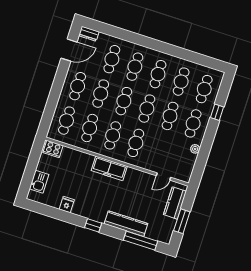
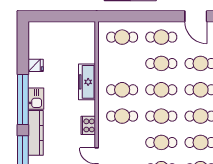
cafe table: (90, 128) -> (122, 63), removed
cooker: (53, 149) -> (88, 125), moved
freezer: (109, 168) -> (87, 82), moved
kitchen sink: (39, 182) -> (36, 99), moved, turned -90
window: (93, 225) -> (23, 100), width x3.17

